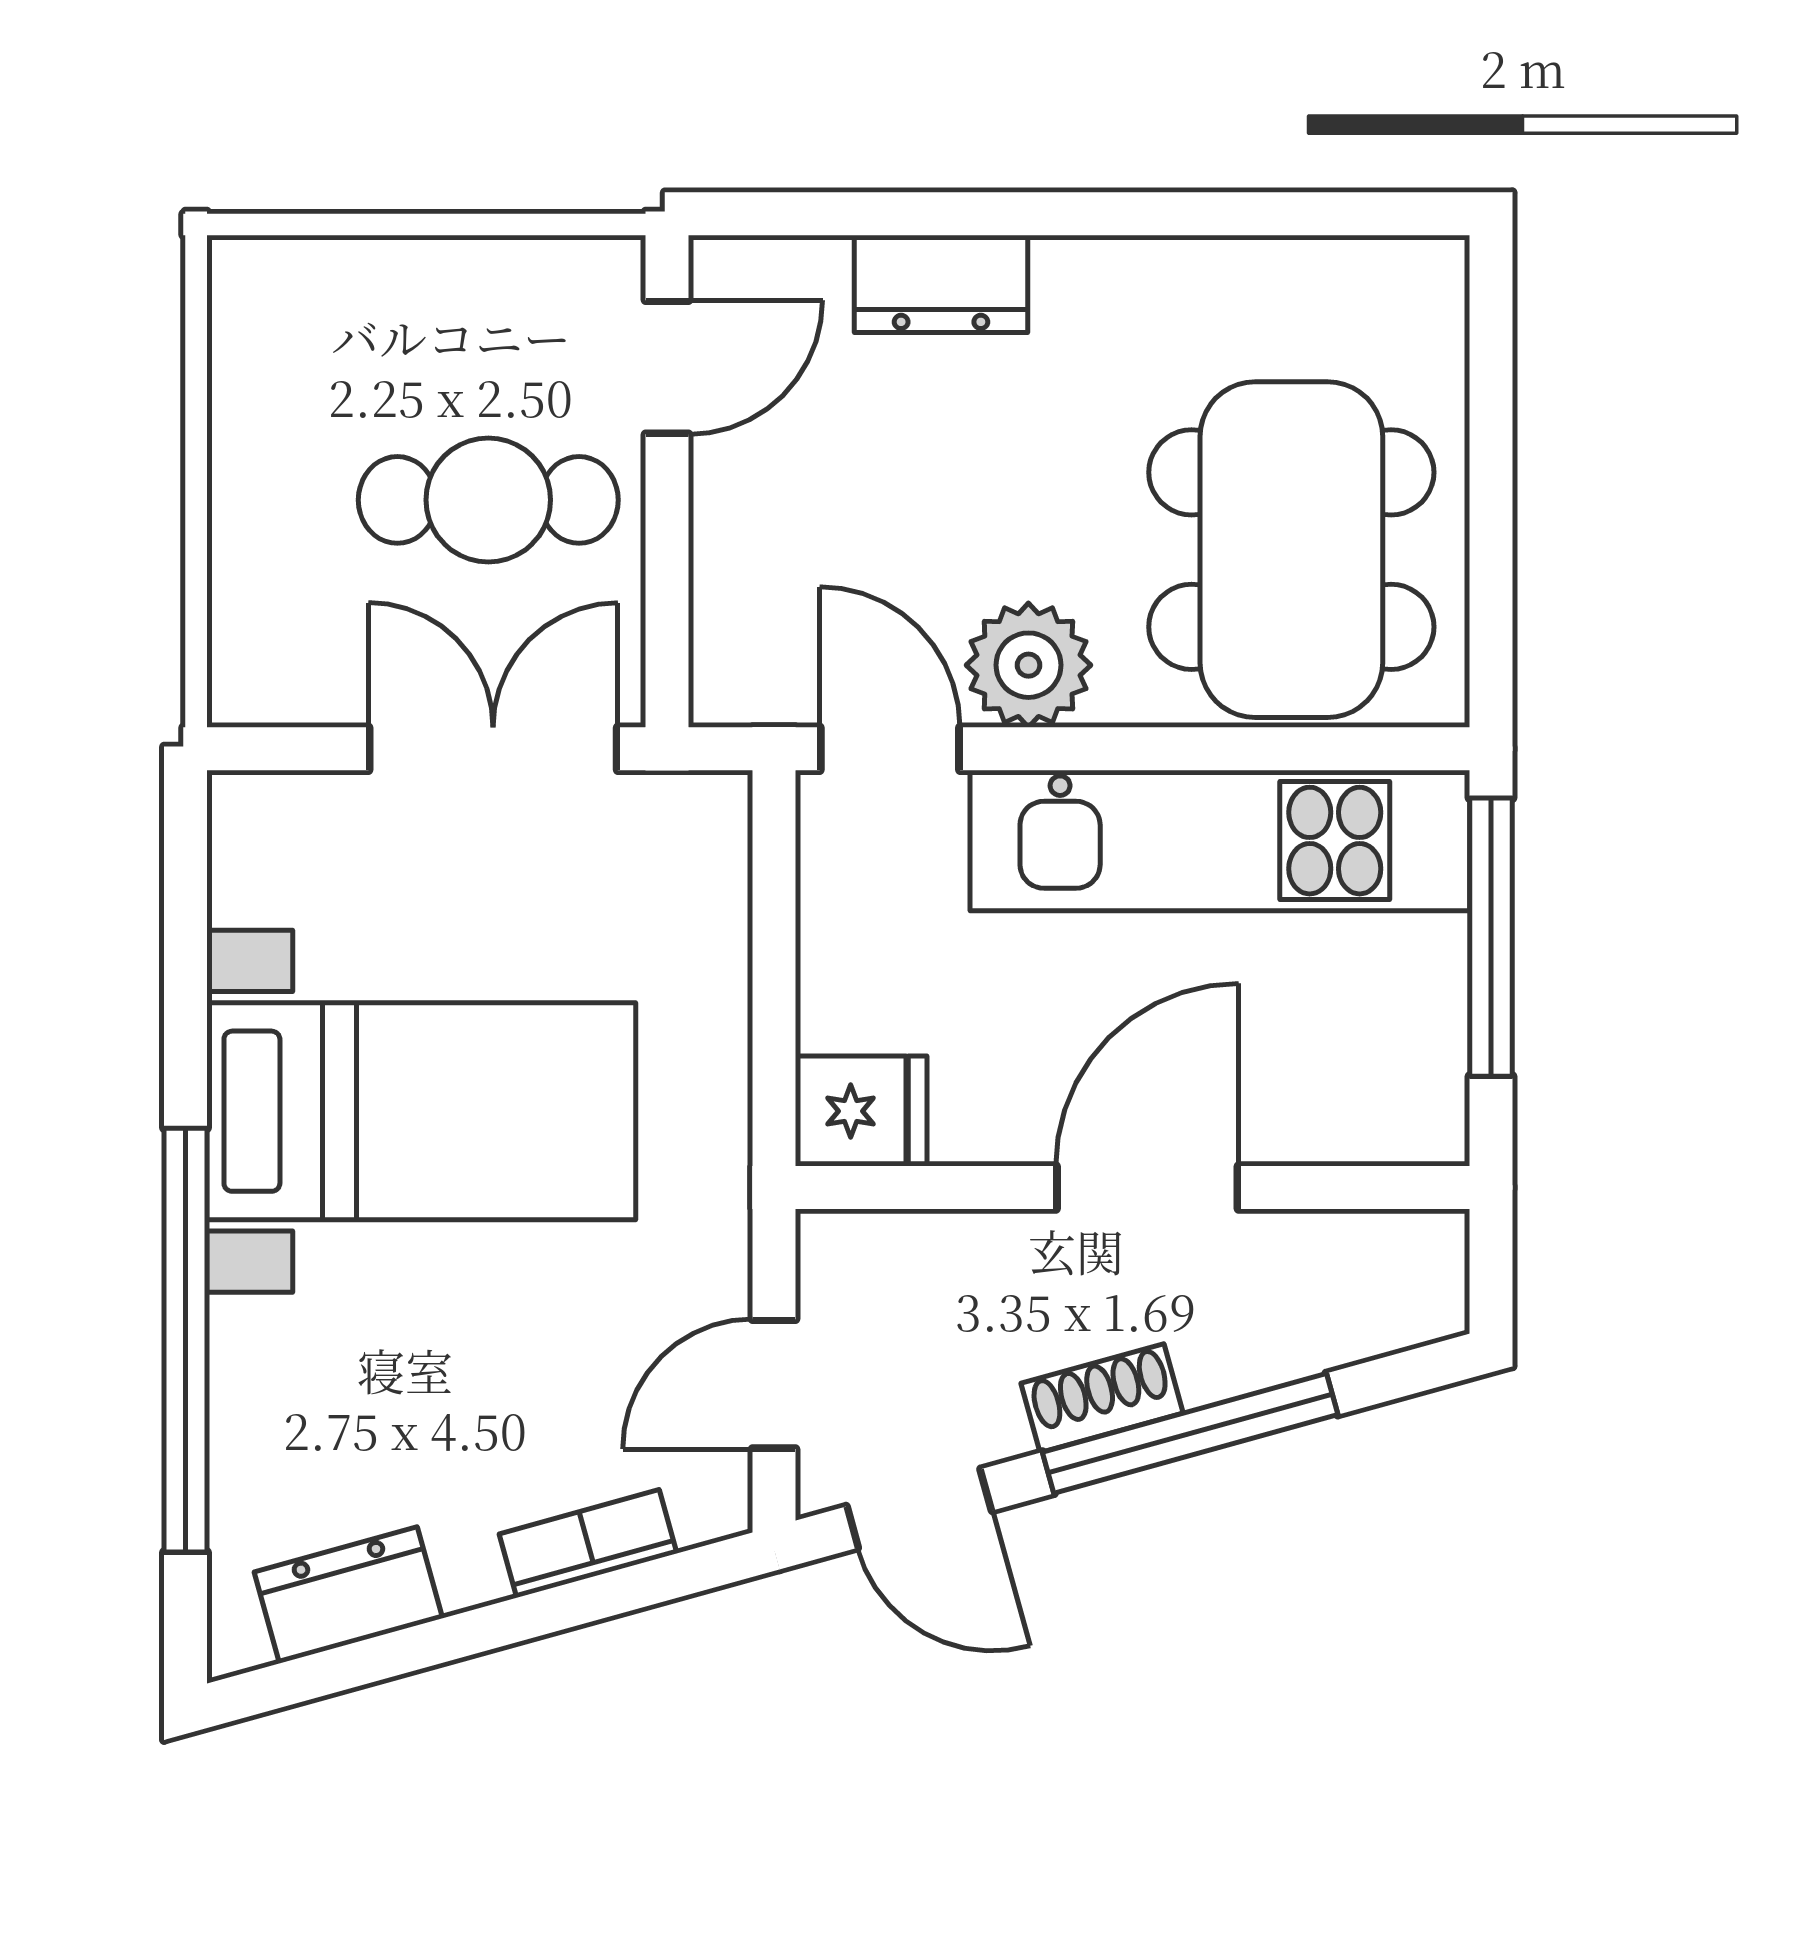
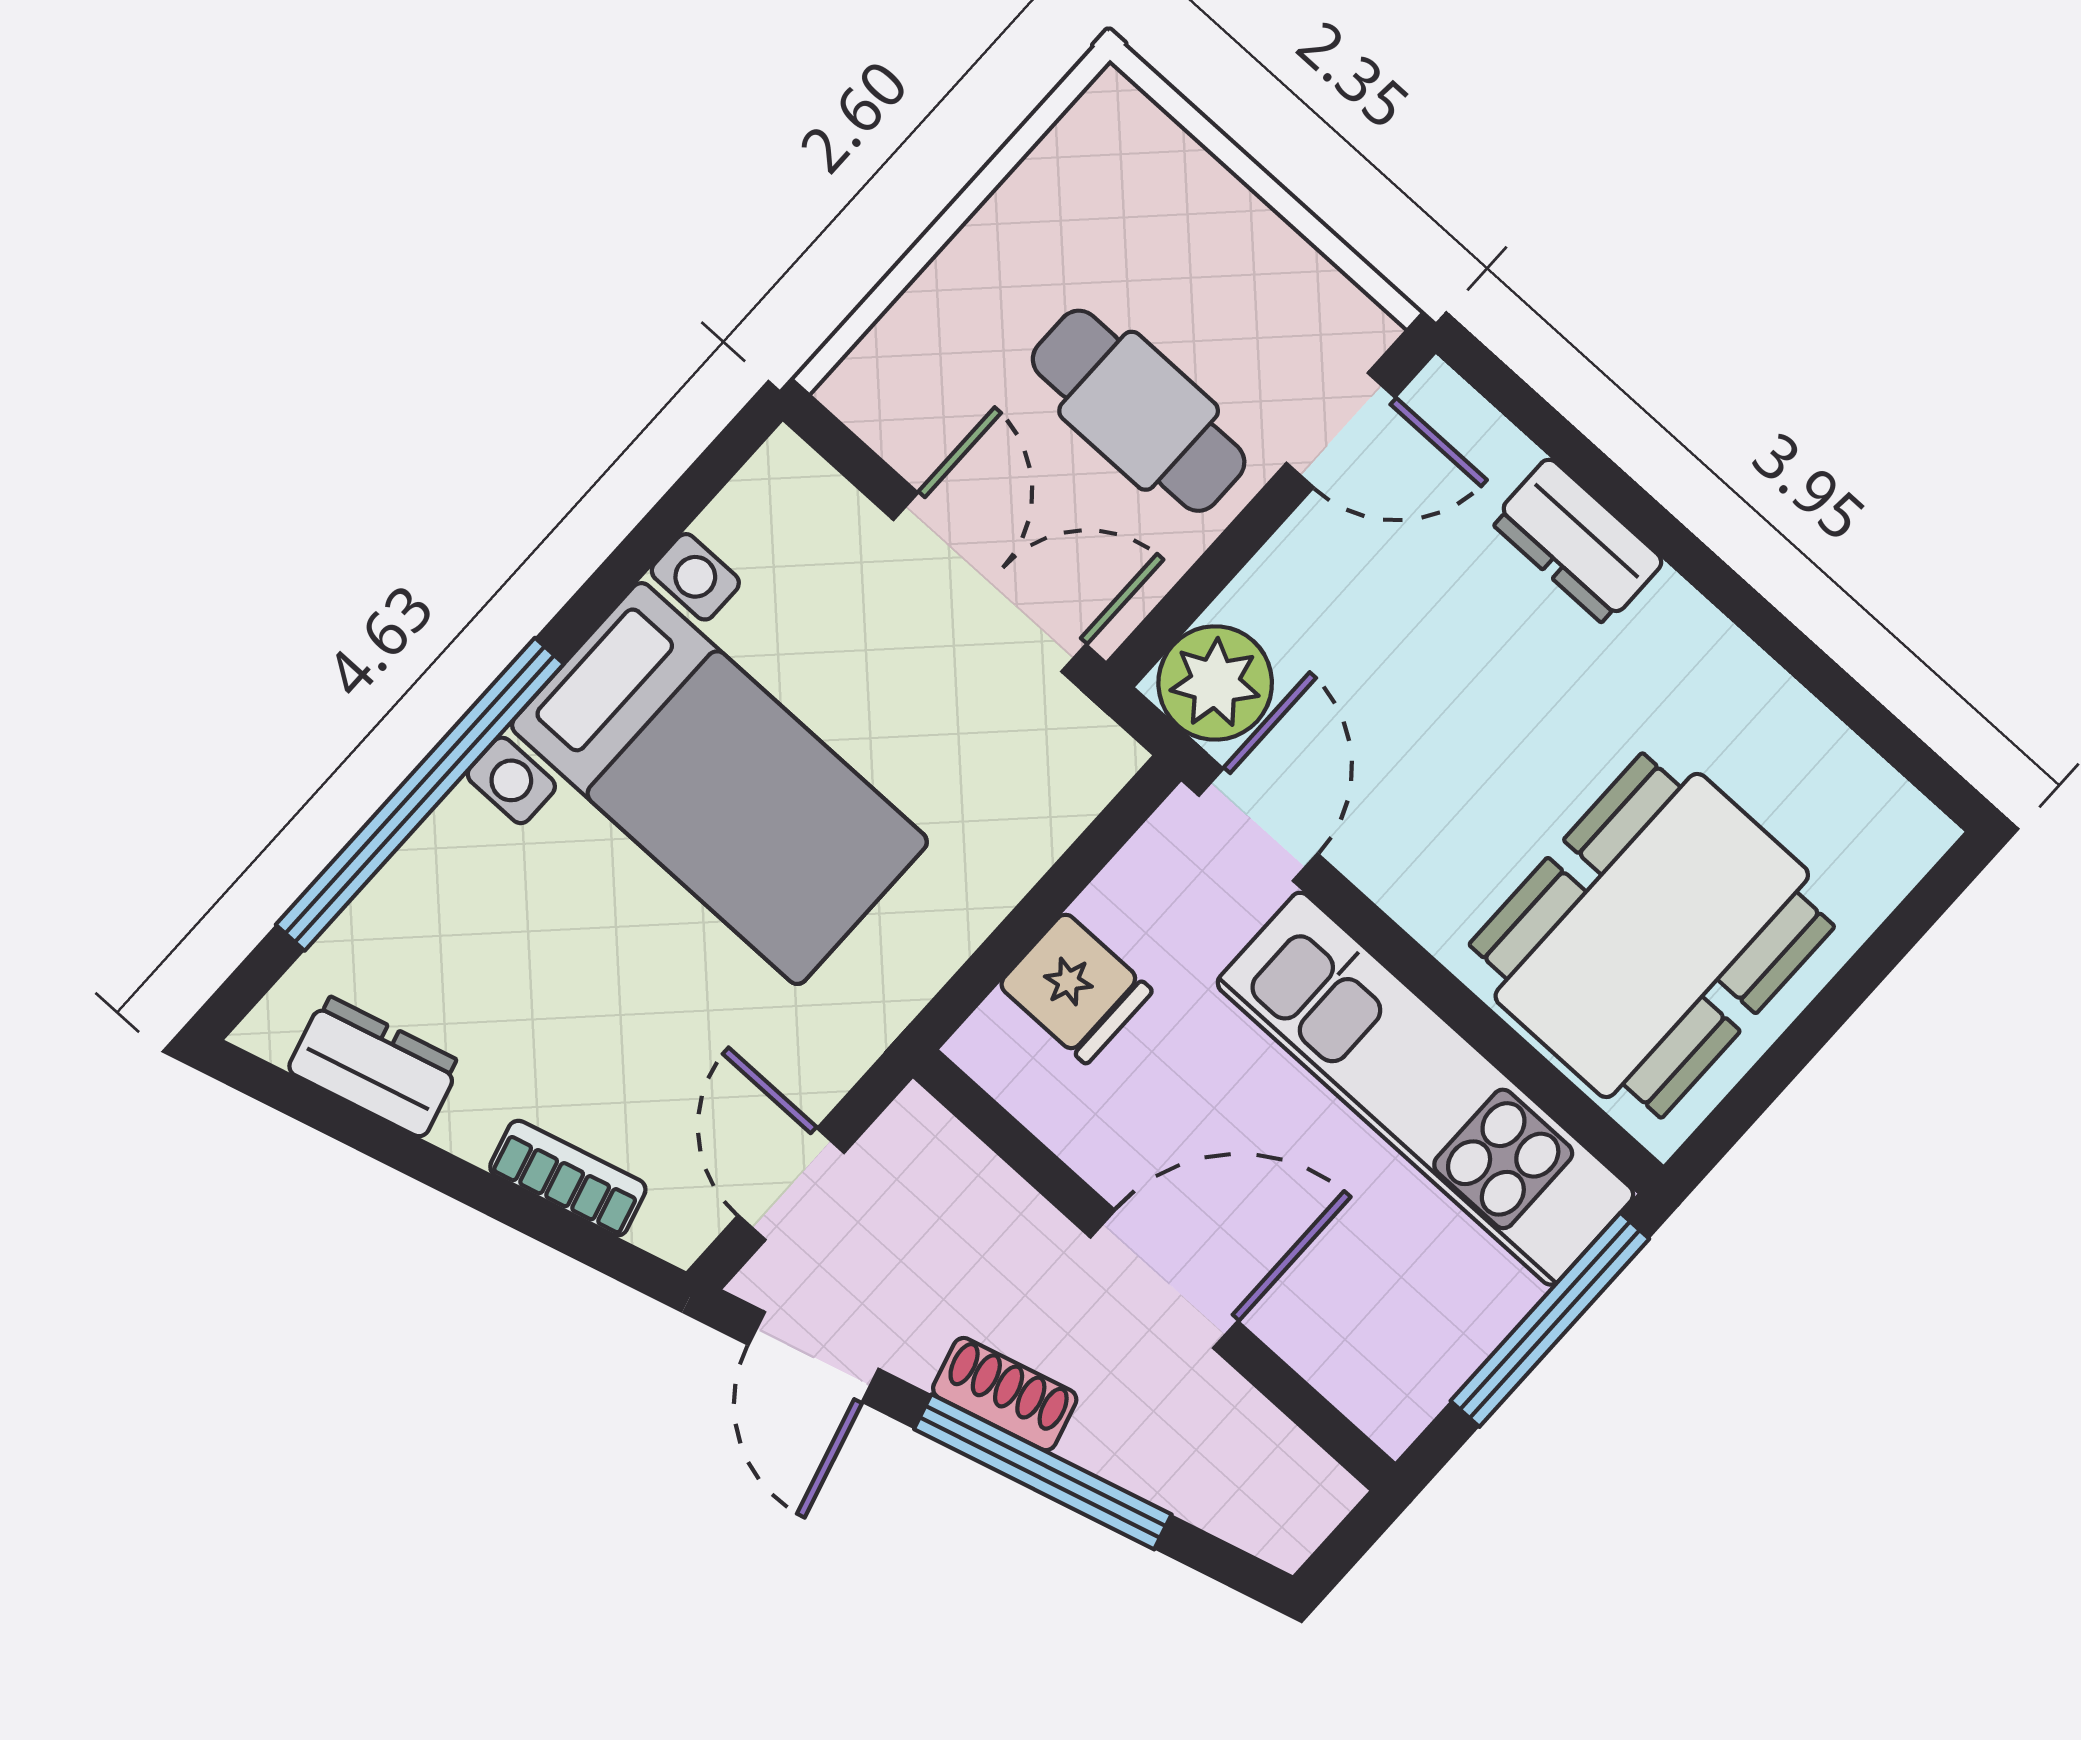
plant: (1028, 665) -> (1215, 683), moved
fridge: (861, 1111) -> (1075, 988), moved
door: (774, 1384) -> (791, 1184), hinge flipped

